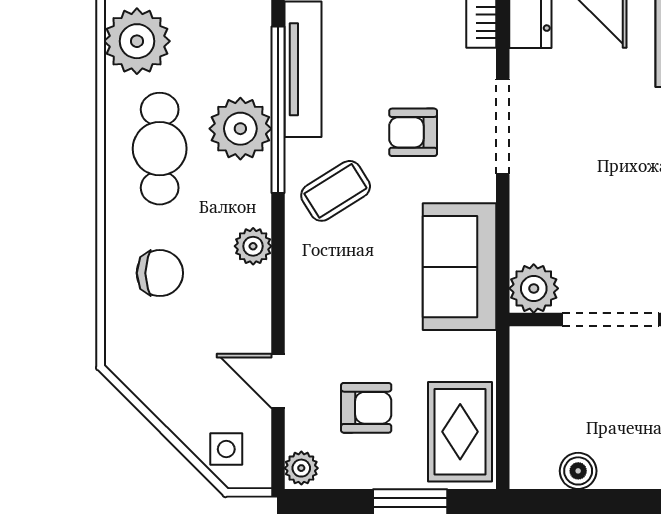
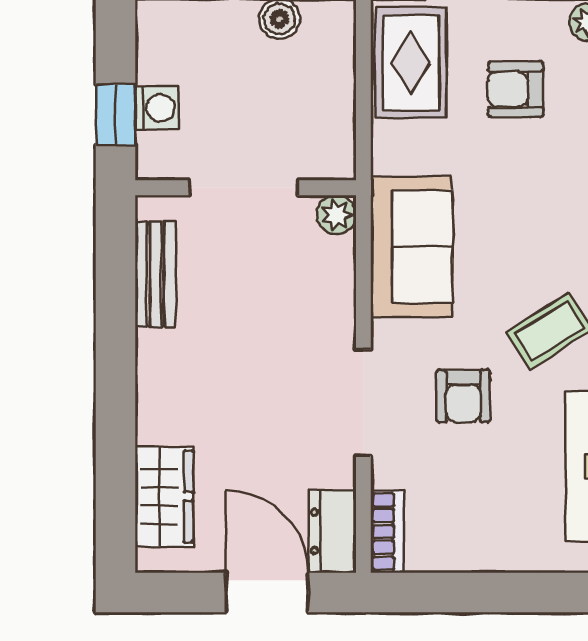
armchair: (413, 132) -> (463, 396), turned 90
plant: (534, 288) -> (336, 215), width x0.73, depth x0.73

